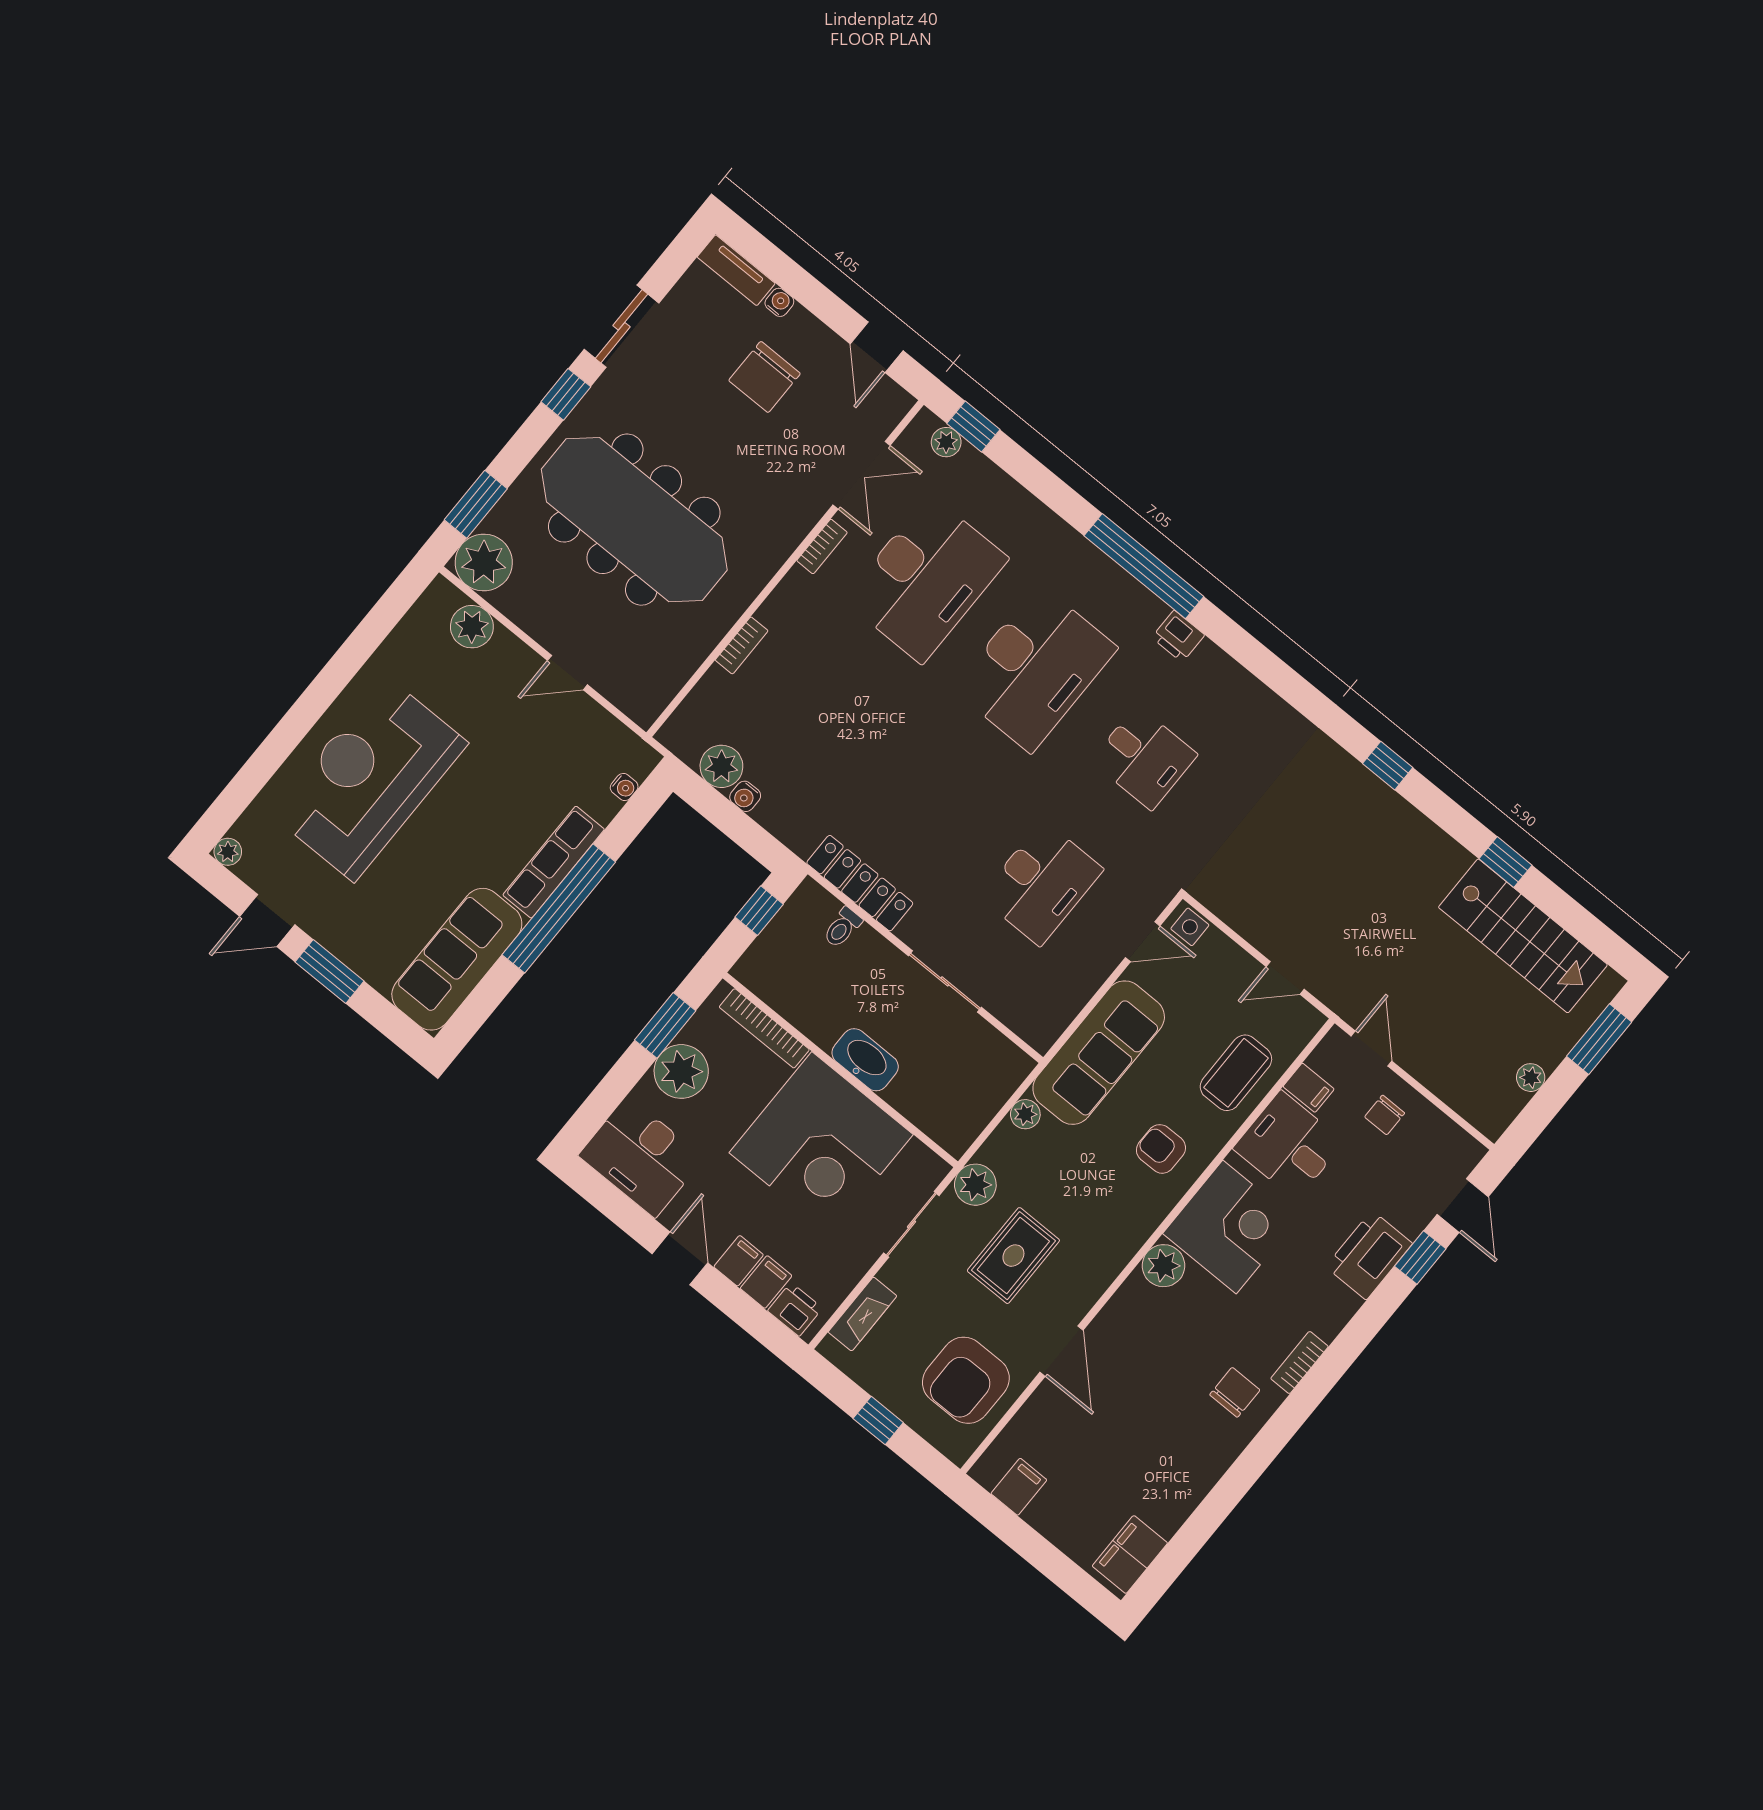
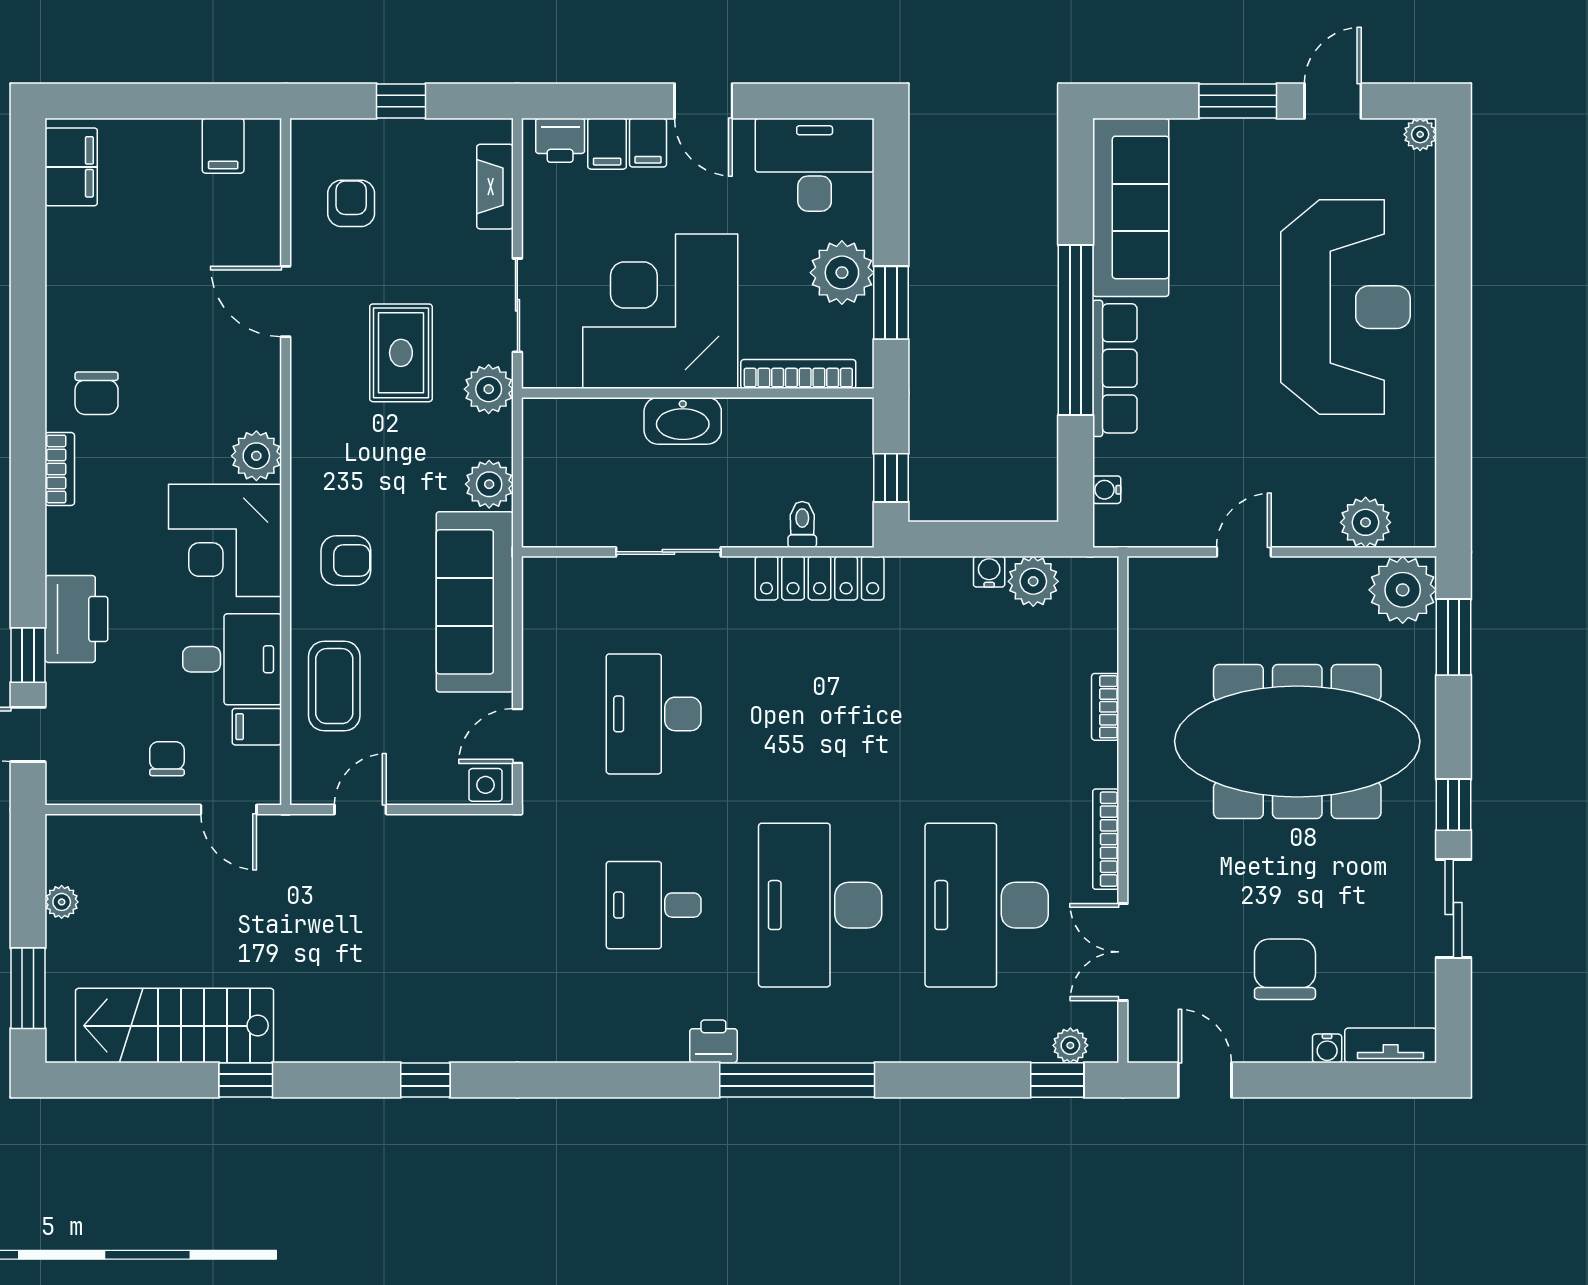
bookcase: (822, 547) -> (1106, 839), width x1.56
plant: (1025, 1114) -> (489, 484), width x1.38, depth x1.38
armchair: (966, 1380) -> (351, 203), width x0.53, depth x0.53

